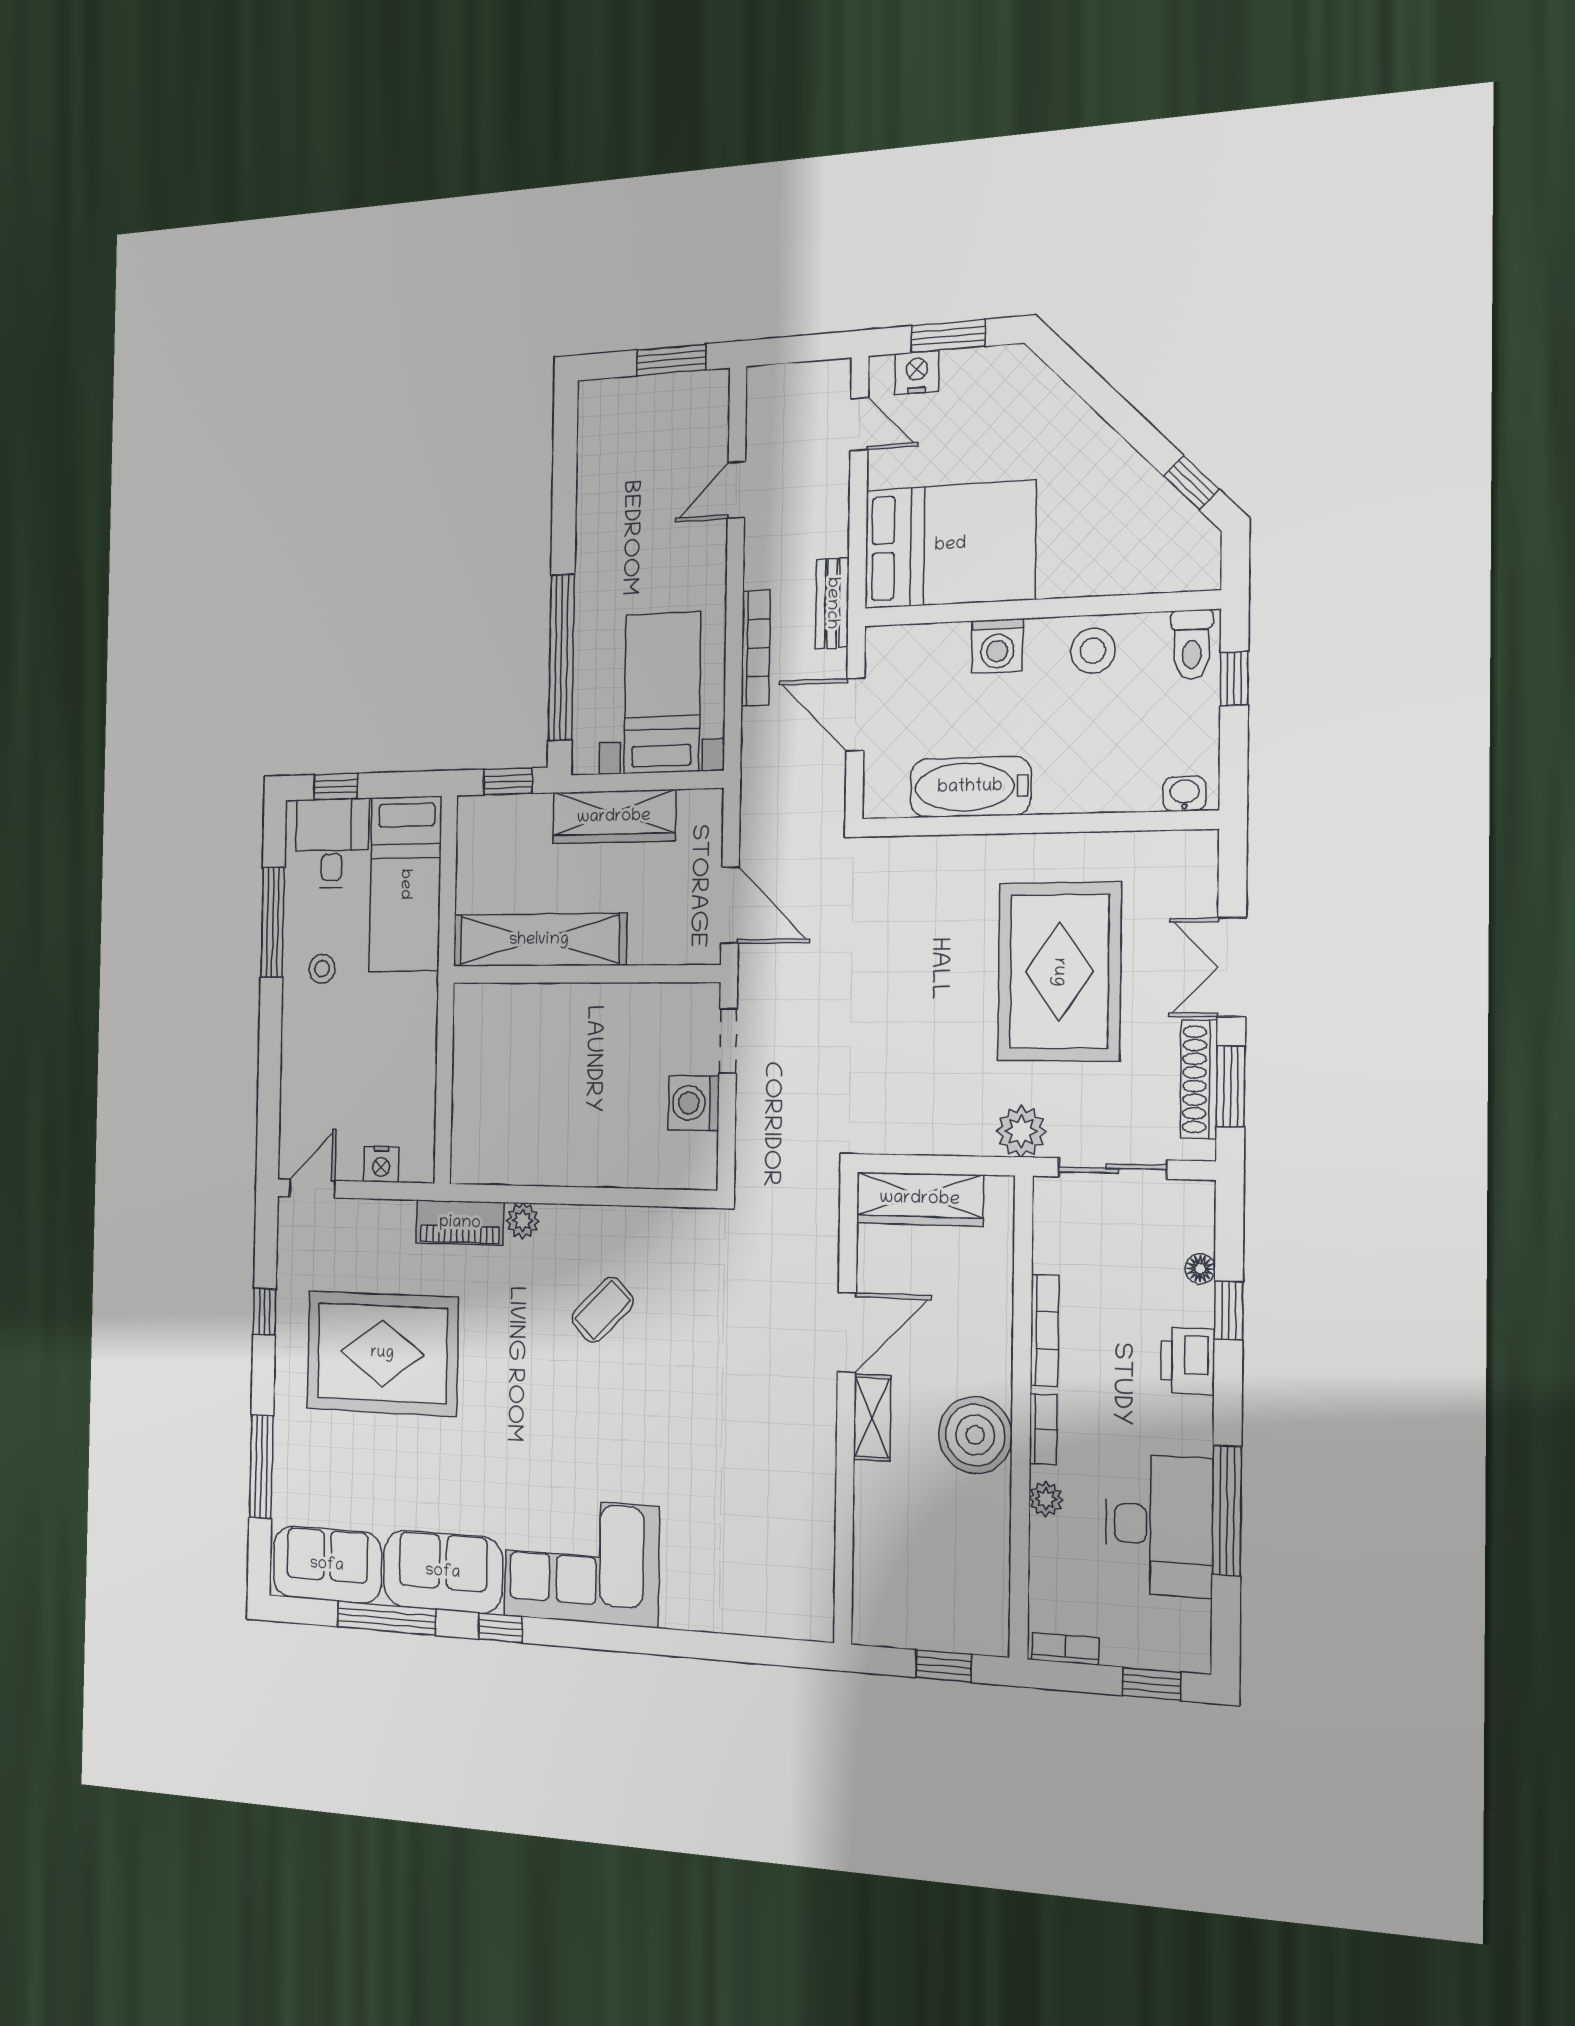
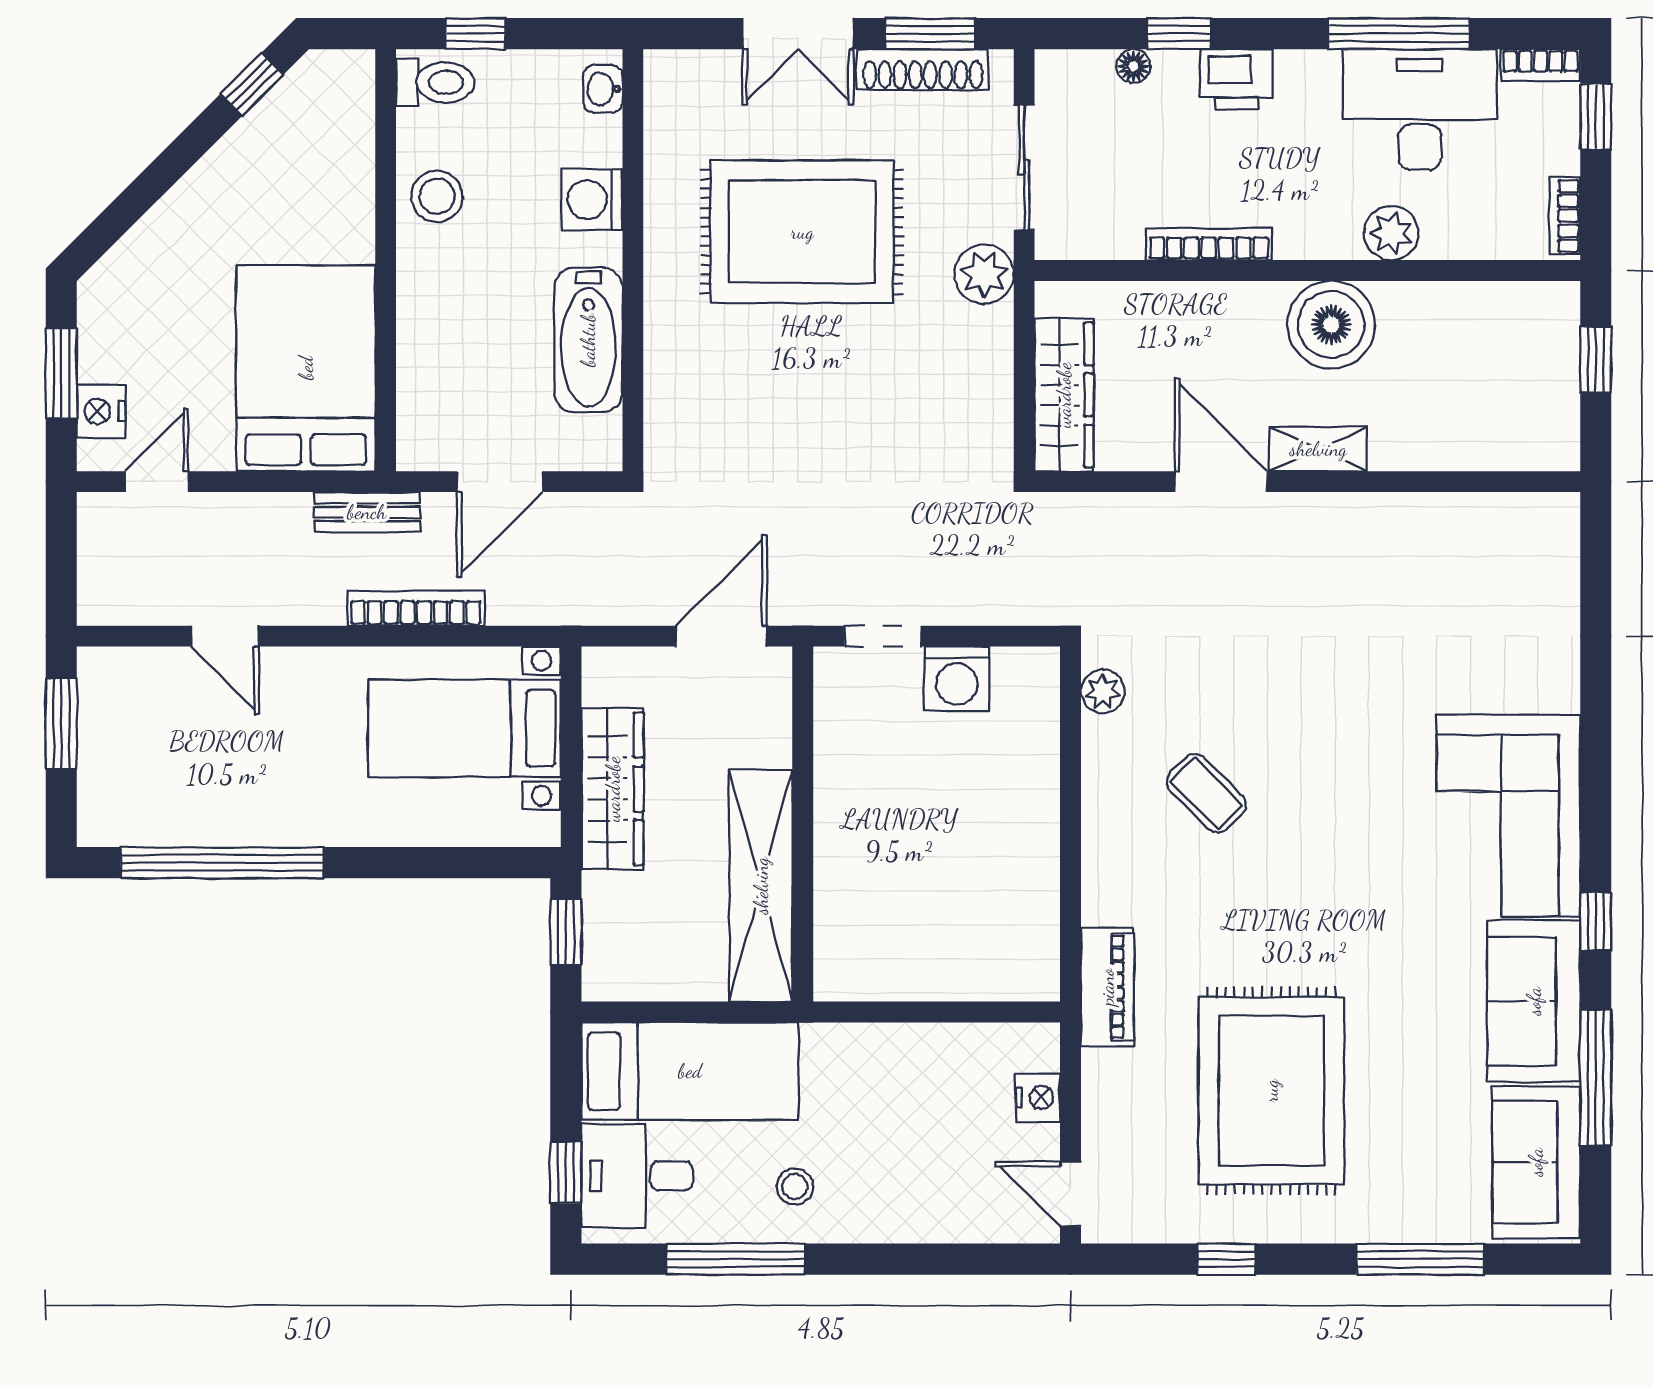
washing machine: (997, 646) -> (592, 200), moved, turned 180
window: (561, 657) -> (222, 863), moved
plant: (523, 1221) -> (1103, 691), moved
bookcase: (1043, 1429) -> (1541, 65), moved, turned 180
plant: (1046, 1499) -> (1391, 233), width x1.38, depth x1.38

